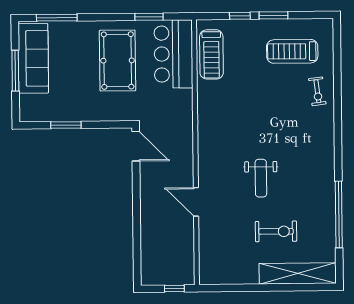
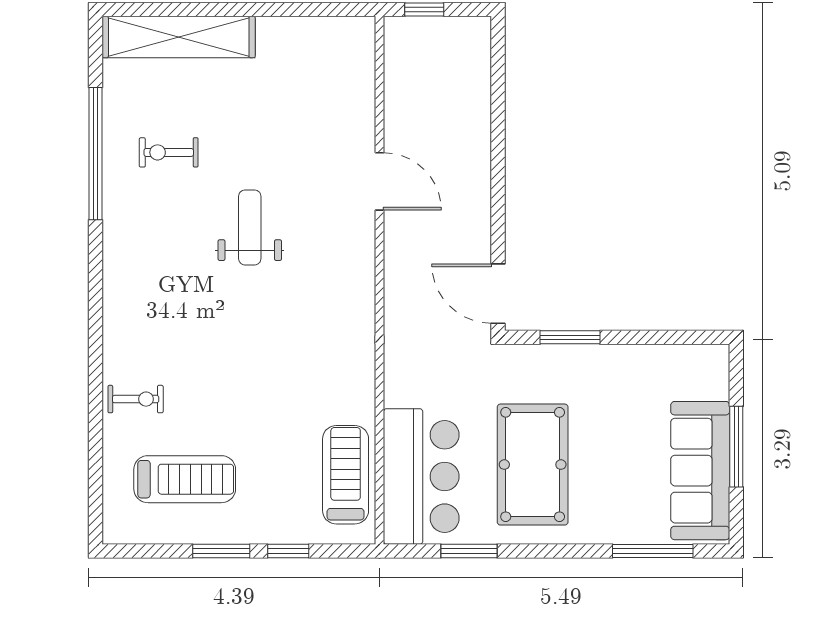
exercise bike: (317, 91) -> (136, 399), turned 97
window: (66, 125) -> (570, 337), moved
exercise bike: (276, 231) -> (169, 152), moved, width x0.73, depth x0.72

